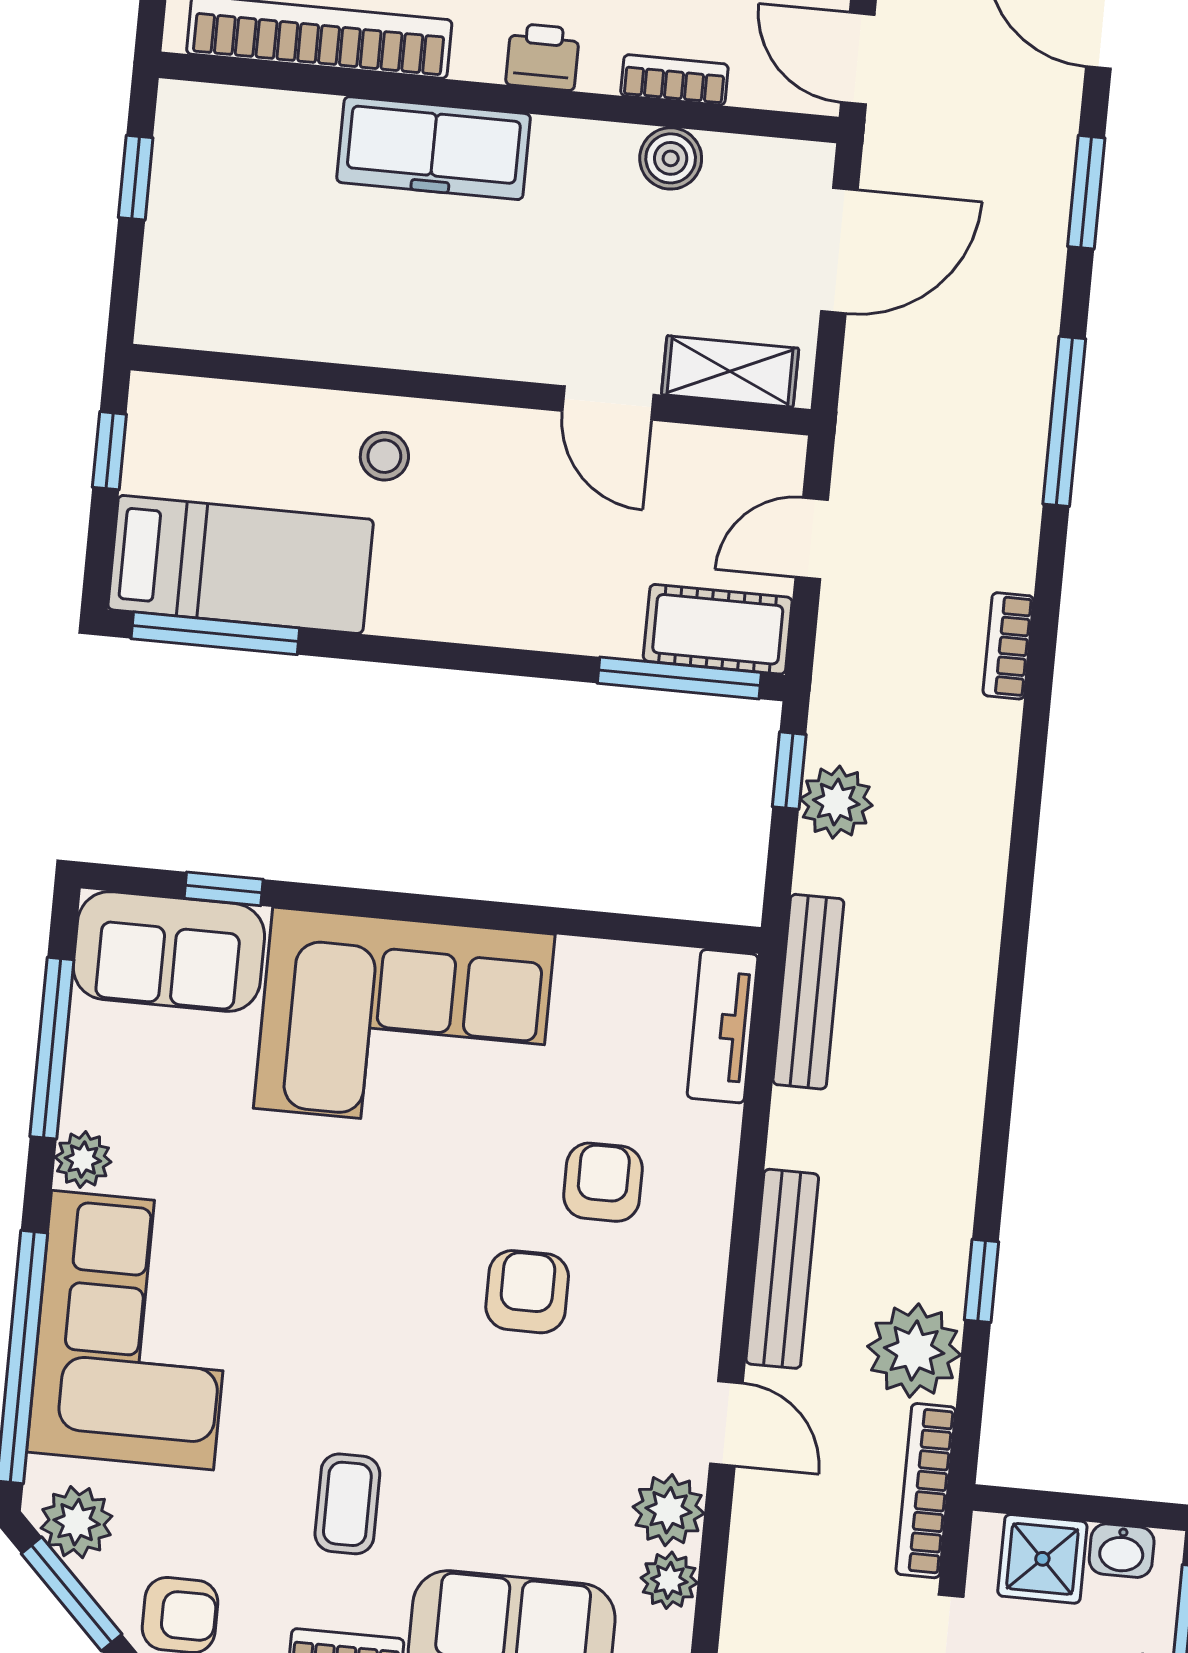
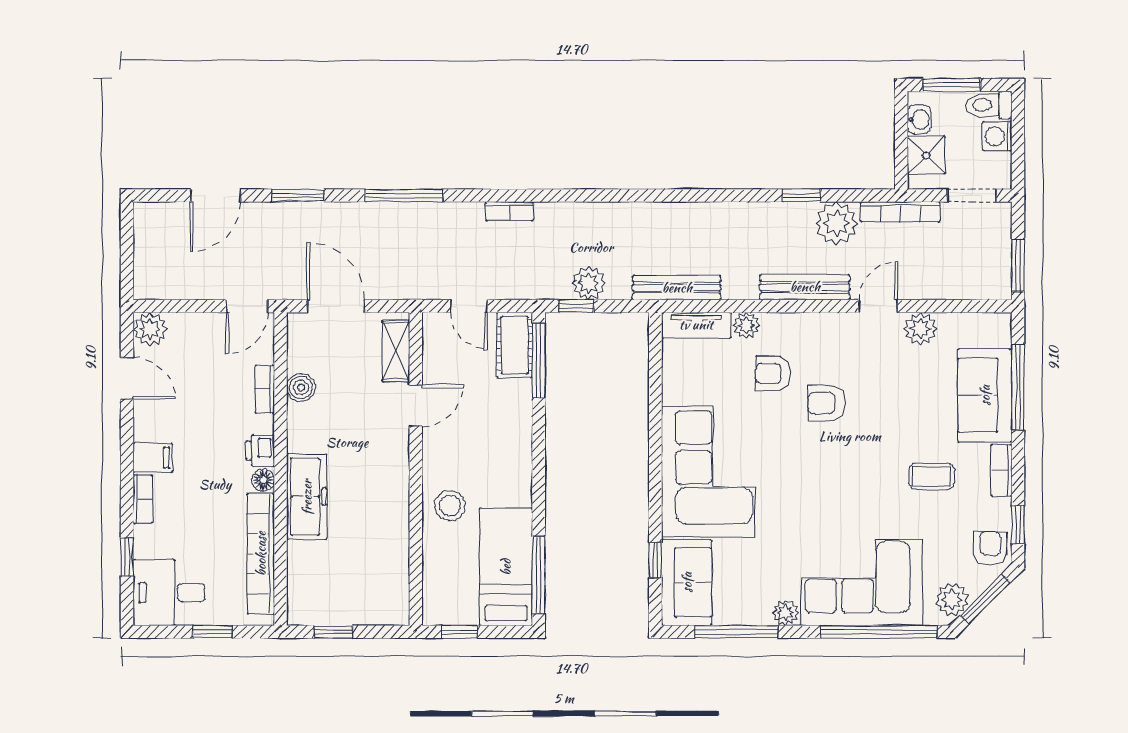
floor lamp: (478, 58) -> (263, 480), added
stool: (384, 456) -> (450, 506), width x1.37, depth x1.37
plant: (669, 1580) -> (746, 325), moved

